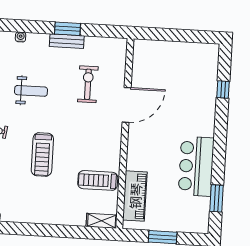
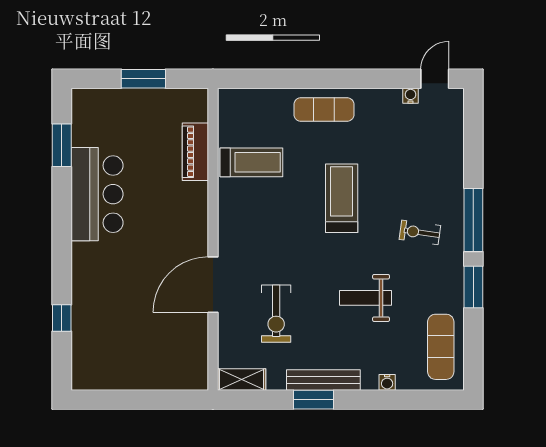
bench: (67, 41) -> (323, 380), width x1.36
piano: (135, 196) -> (195, 152), width x0.73, depth x0.75
exercise mat: (50, 211) -> (324, 110), added
shelving: (102, 221) -> (242, 380), moved

